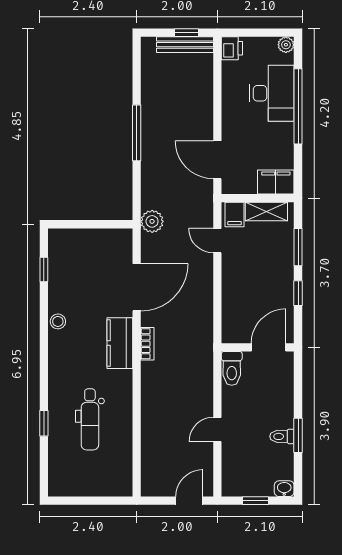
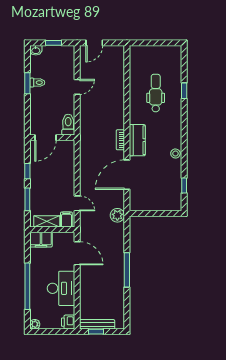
desk: (272, 93) -> (61, 288), moved, turned 180

